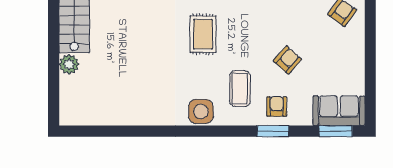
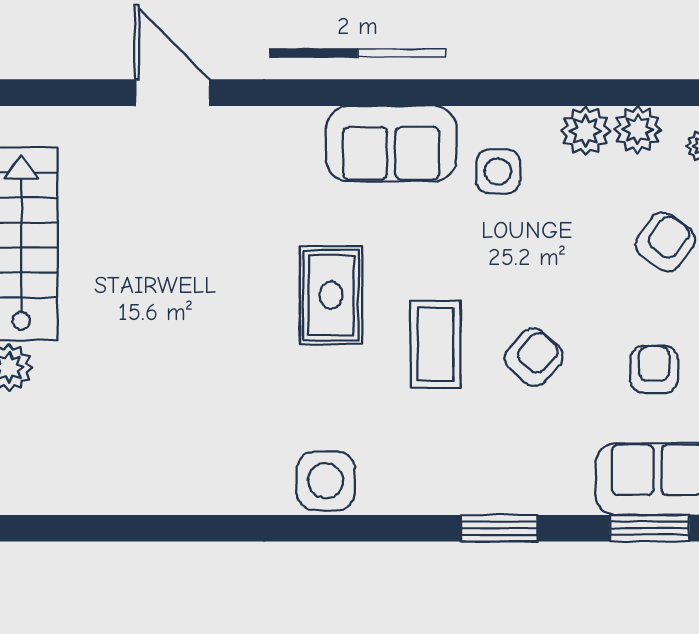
coffee table: (240, 89) -> (435, 344), moved
armchair: (277, 106) -> (654, 369), moved

